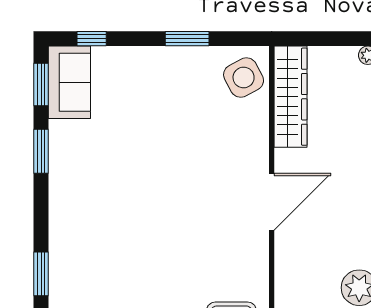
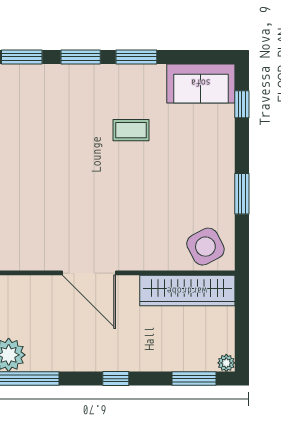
window: (41, 85) -> (81, 57), moved
coffee table: (119, 157) -> (131, 130), added

